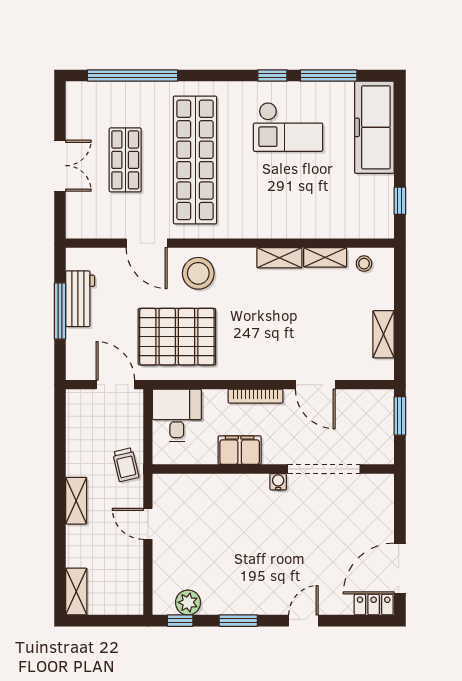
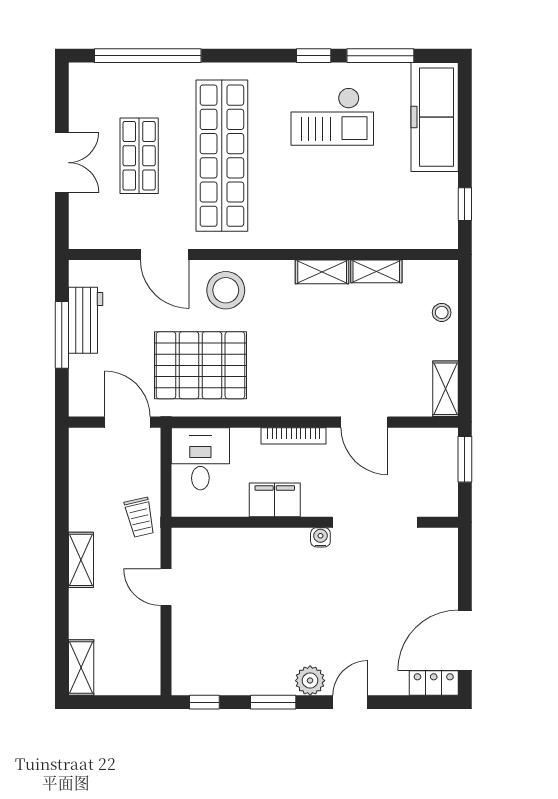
stool: (364, 264) -> (442, 312), moved
shelving: (384, 334) -> (445, 389), moved
plant: (188, 602) -> (310, 681), moved

